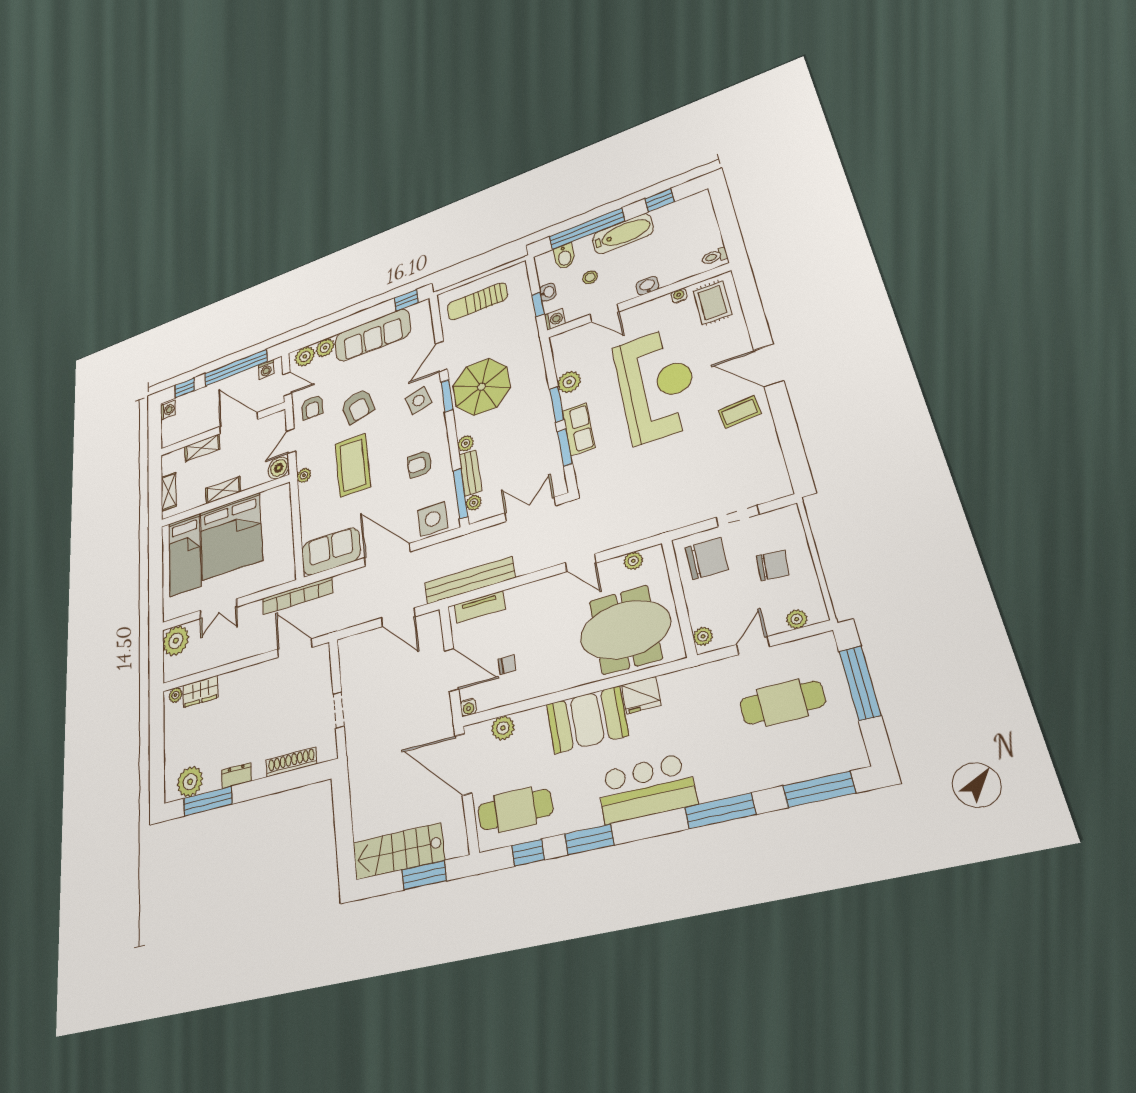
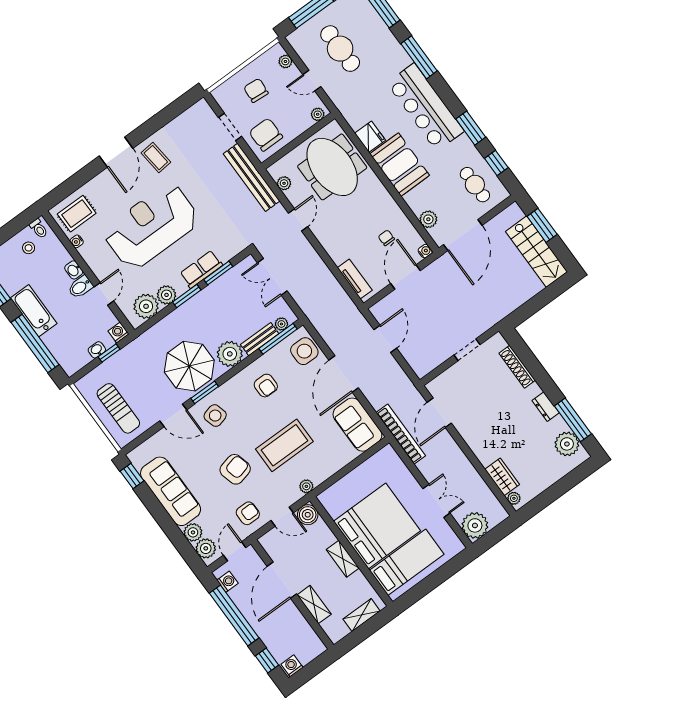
bidet: (564, 257) -> (80, 287), moved, turned 180
stool: (590, 277) -> (29, 248), moved
plant: (568, 356) -> (146, 306), added
plant: (466, 443) -> (230, 354), width x1.88, depth x1.88
bench: (470, 580) -> (252, 177), moved
bar counter: (646, 789) -> (425, 107), width x1.36
cafe table: (515, 810) -> (475, 185), width x0.73, depth x0.74

